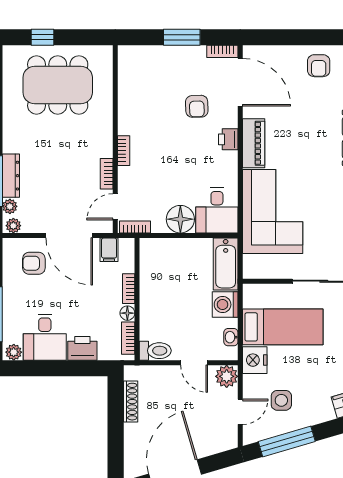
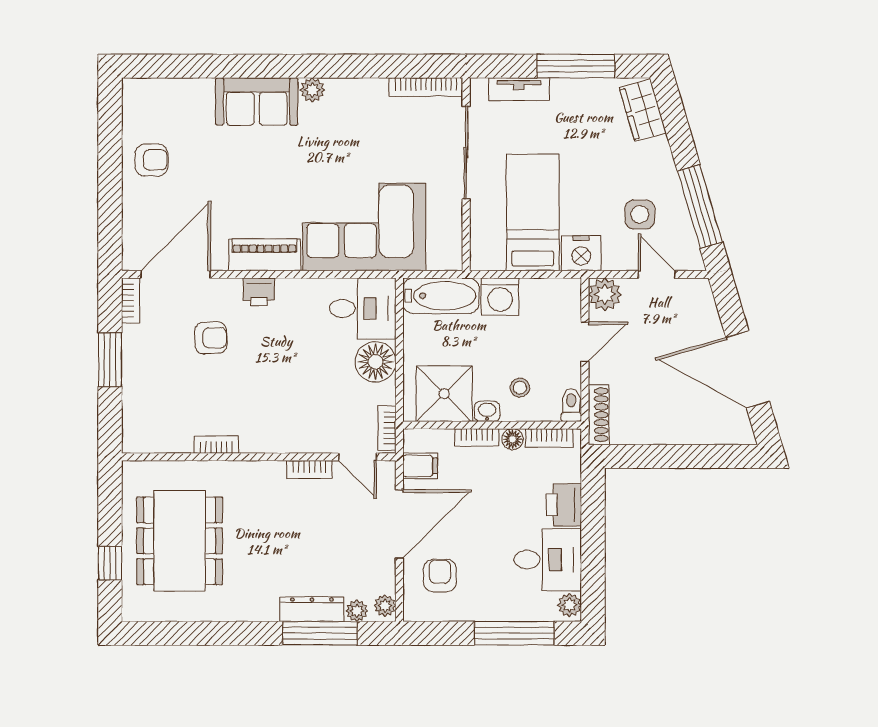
bookcase: (124, 151) -> (216, 445), moved
armchair: (34, 263) -> (440, 576), turned 180
shower: (159, 266) -> (444, 394), added
stool: (163, 318) -> (520, 388), added
washbasin: (231, 337) -> (487, 411), moved, turned 180
toilet: (155, 351) -> (571, 405), width x0.73, depth x0.72
shoe rack: (131, 402) -> (599, 415), moved, turned 90

